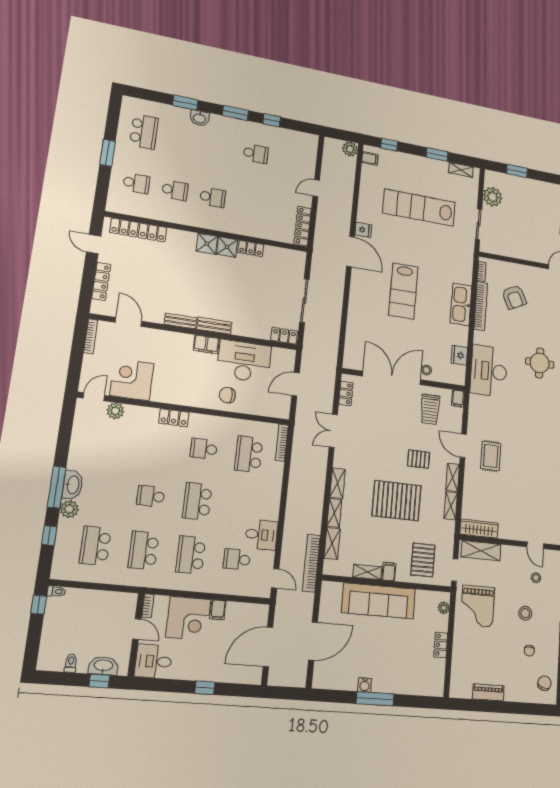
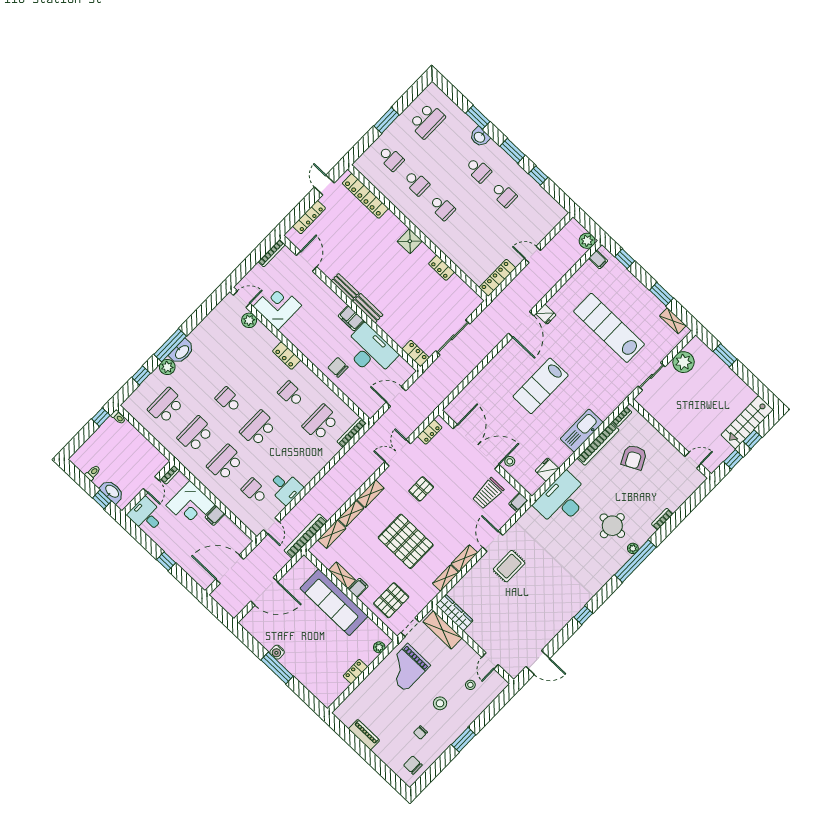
school desk: (219, 146) -> (478, 170), added
shower: (227, 247) -> (424, 254), removed
pallet: (419, 459) -> (421, 489), moved, turned 90
chair: (544, 683) -> (413, 765), turned -107

